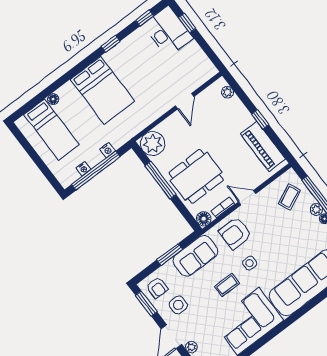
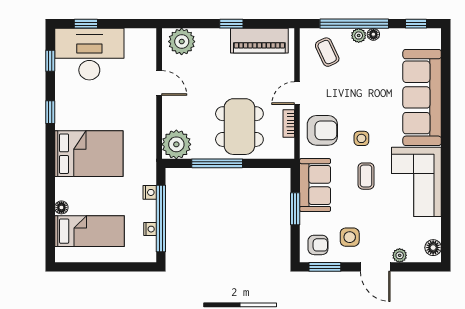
desk: (168, 31) -> (89, 54), width x1.36, depth x1.30
plant: (227, 92) -> (182, 42), width x1.88, depth x1.88
floor lamp: (204, 219) -> (286, 150), removed
armchair: (235, 233) -> (322, 130), turned -90

